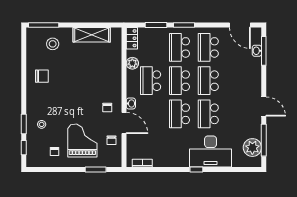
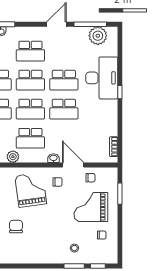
chair: (42, 76) -> (16, 227), moved
grand piano: (99, 81) -> (31, 190), added
school desk: (237, 81) -> (30, 51), added
door: (124, 123) -> (73, 165), hinge flipped

